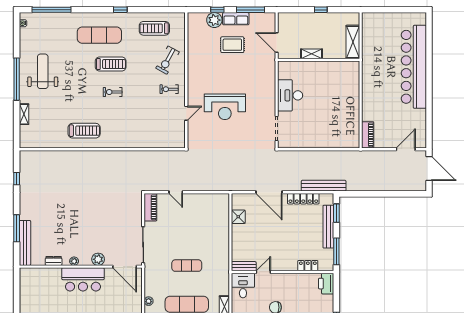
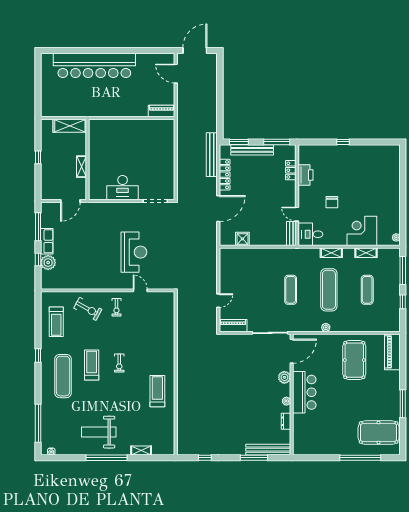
rug: (232, 45) -> (73, 245), removed
printer: (326, 284) -> (306, 175), moved, turned -90

